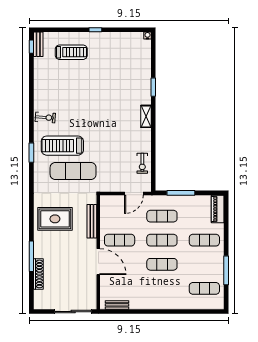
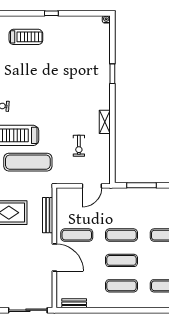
shelving: (146, 116) -> (105, 122), moved
exercise bike: (142, 163) -> (79, 146), moved
exercise mat: (162, 216) -> (121, 286), moved

